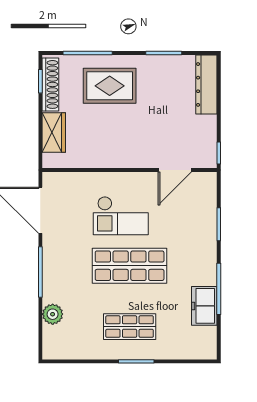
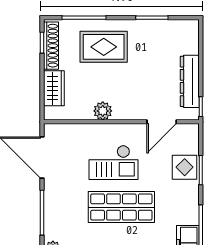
dresser: (206, 84) -> (190, 81), moved
plant: (109, 158) -> (103, 111), added
display table: (200, 221) -> (185, 167), added

